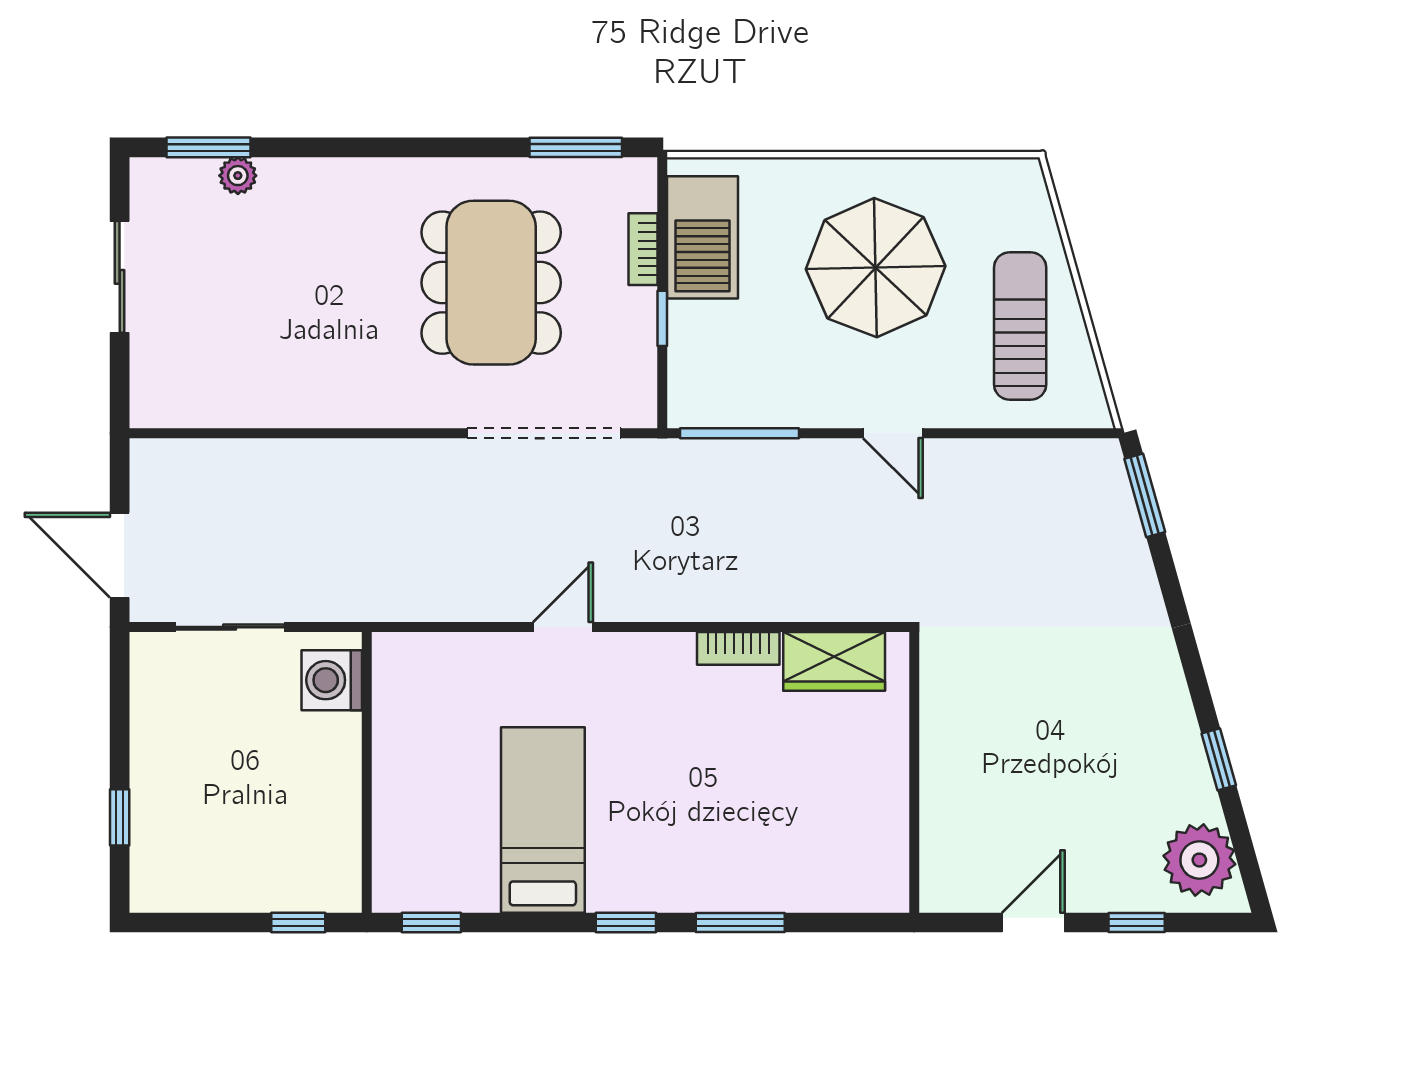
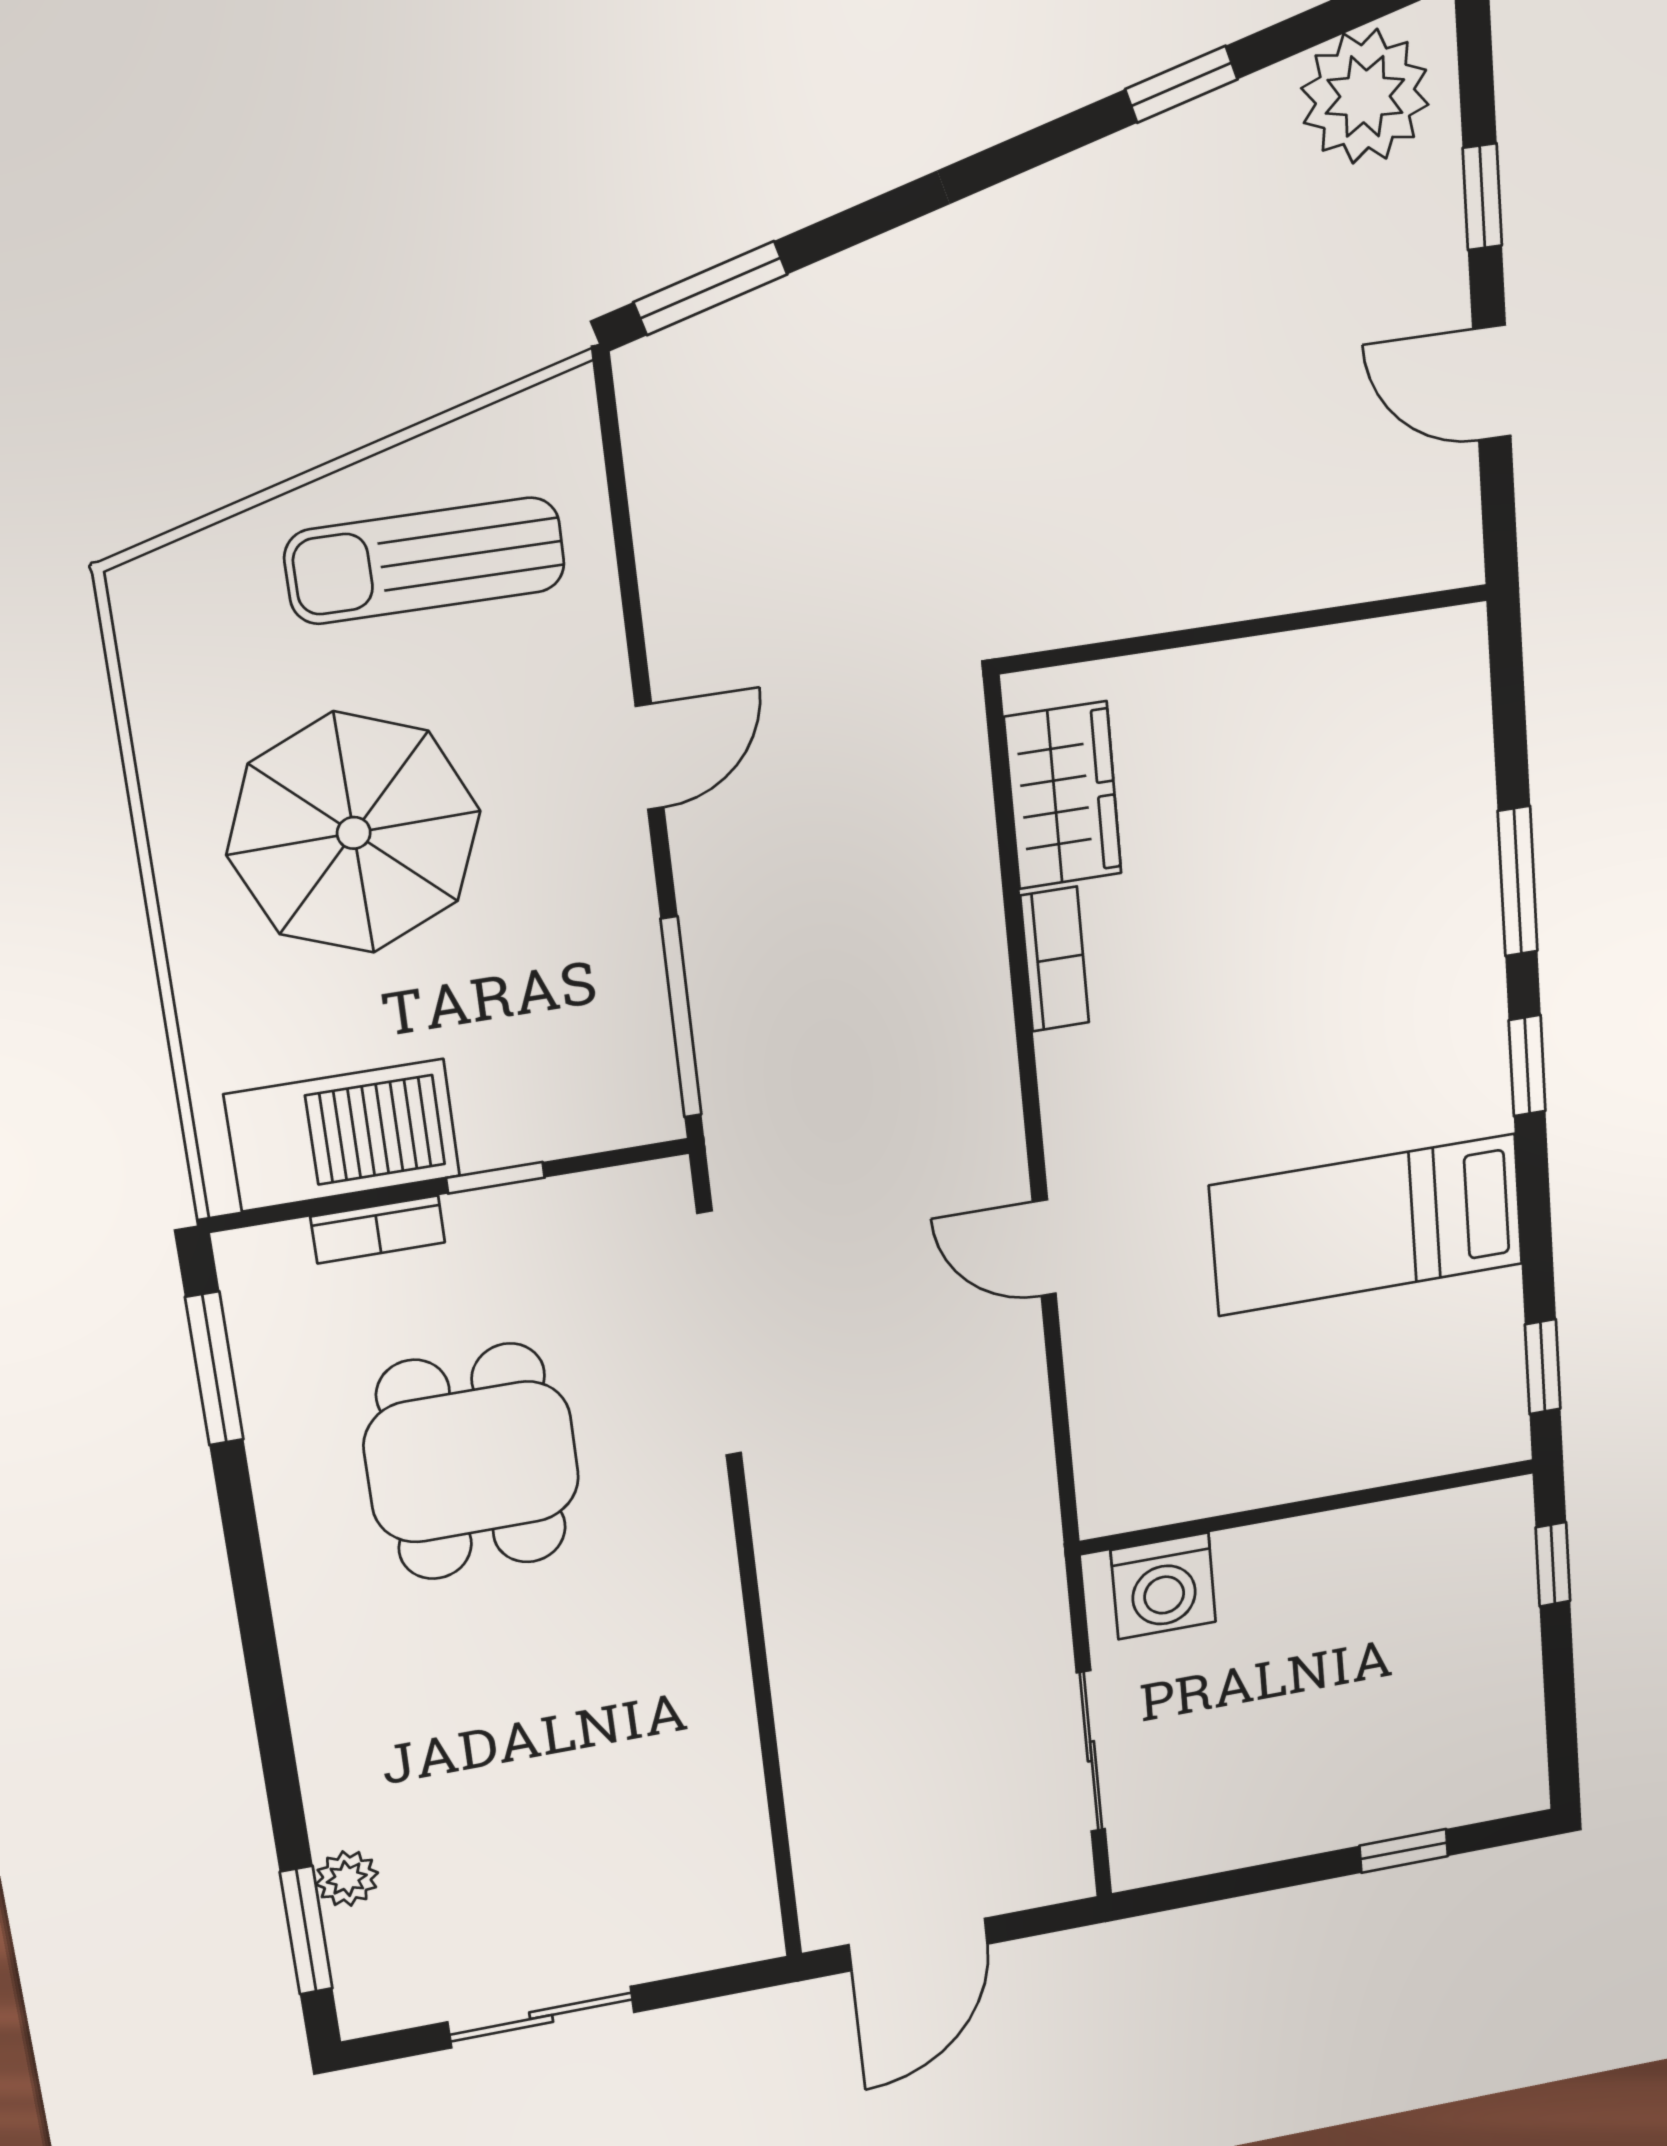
dining table: (491, 283) -> (471, 1462), width x0.73
door: (120, 555) -> (918, 1944), moved

